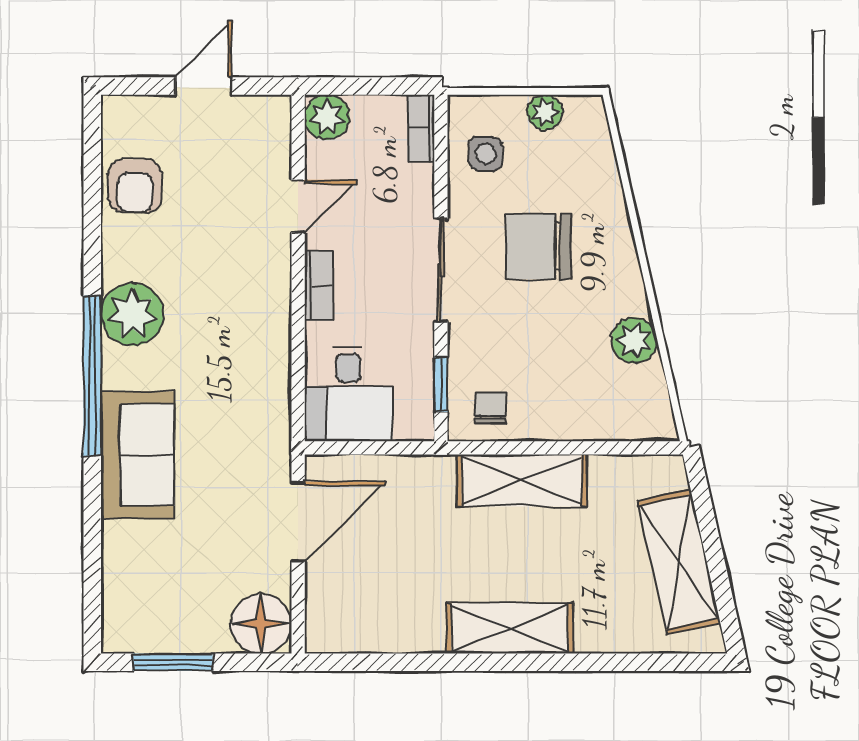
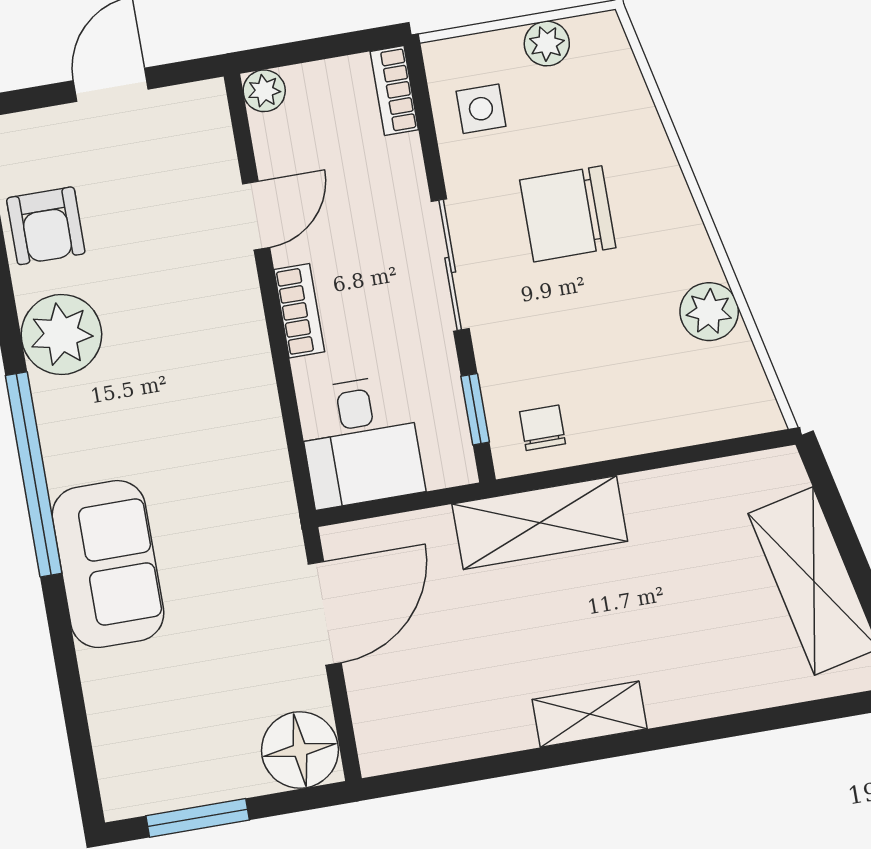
plant: (327, 117) -> (264, 91), width x0.73, depth x0.73
plant: (132, 314) -> (61, 334), moved
shelving: (522, 480) -> (540, 523), moved
shelving: (510, 628) -> (590, 714), width x0.67, depth x0.75

